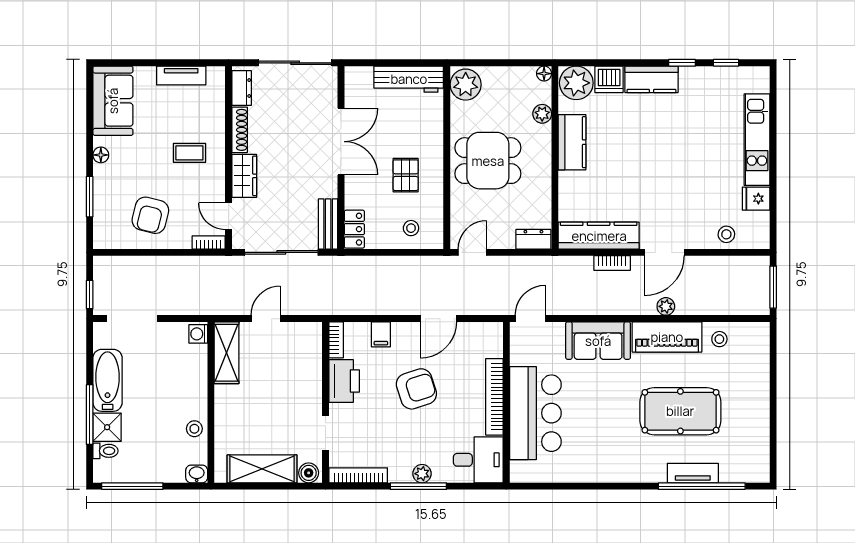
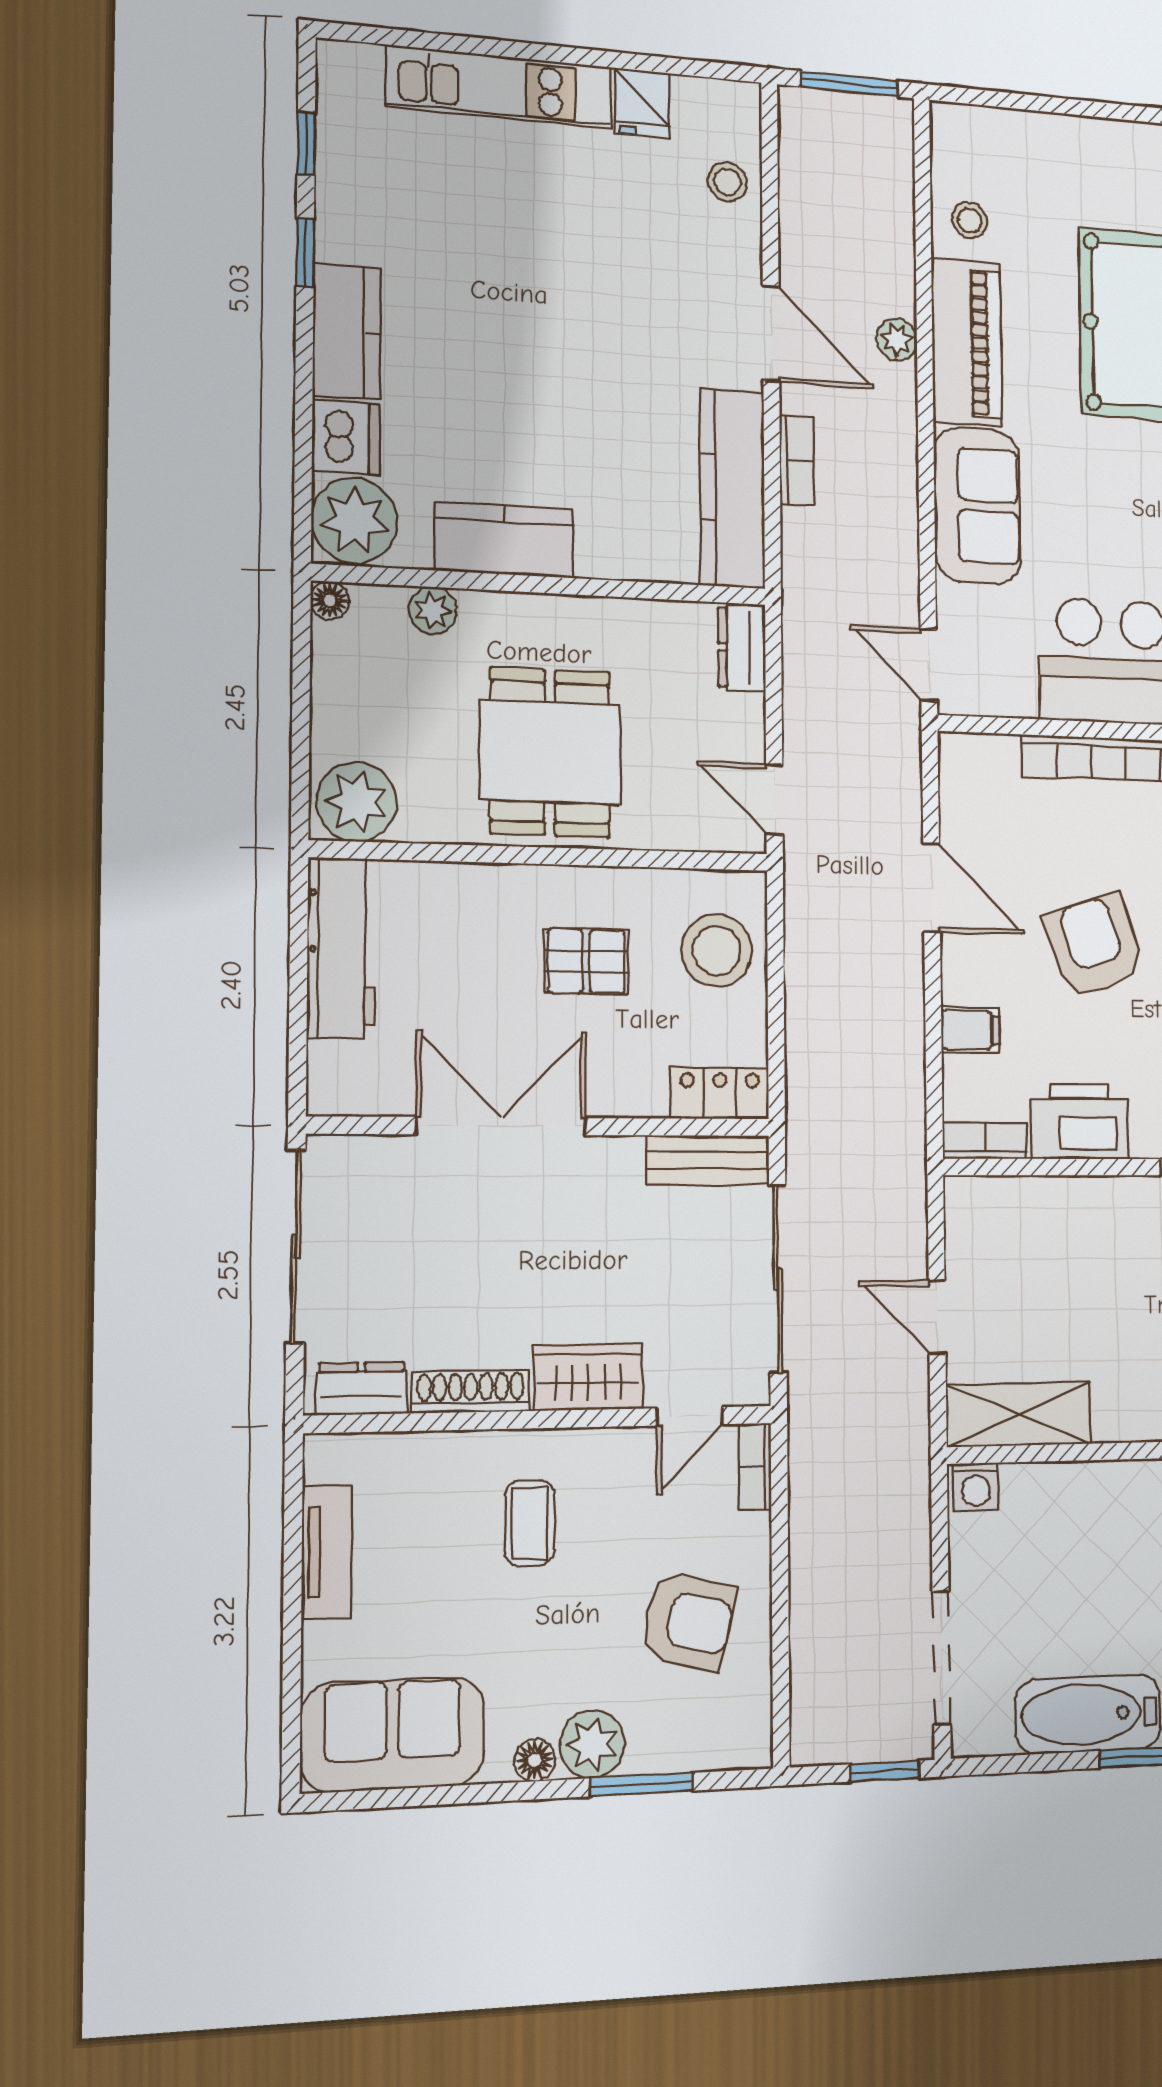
plant: (106, 177) -> (592, 1744), added
stool: (411, 228) -> (717, 950), width x1.89, depth x1.89

